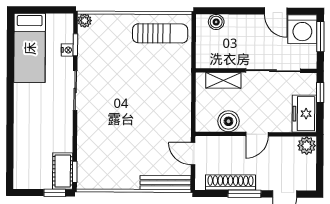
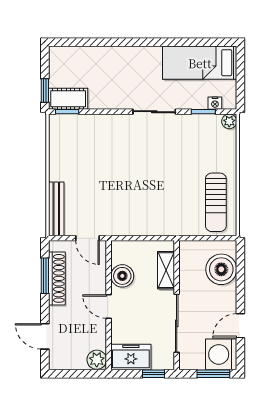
boiler: (216, 22) -> (221, 269), width x1.86, depth x1.86
nightstand: (67, 50) -> (215, 103), moved
door: (193, 154) -> (88, 238), swing flipped
window: (245, 194) -> (45, 276), moved

